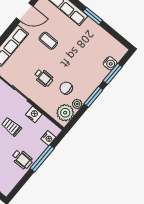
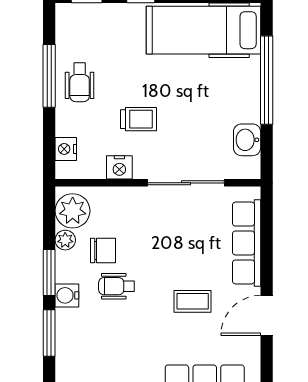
water cooler: (110, 63) -> (67, 295), moved
wheelchair: (44, 78) -> (117, 286), moved
window: (42, 158) -> (49, 76), moved
wheelchair: (22, 159) -> (80, 82), turned -90

